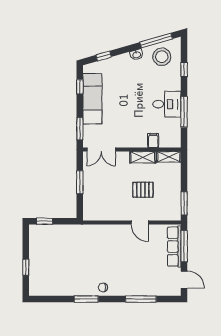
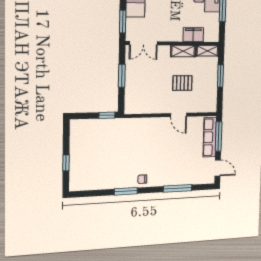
filing cabinet: (153, 141) -> (193, 35), width x2.00
window: (184, 203) -> (221, 76), moved
window: (45, 221) -> (107, 115), moved

